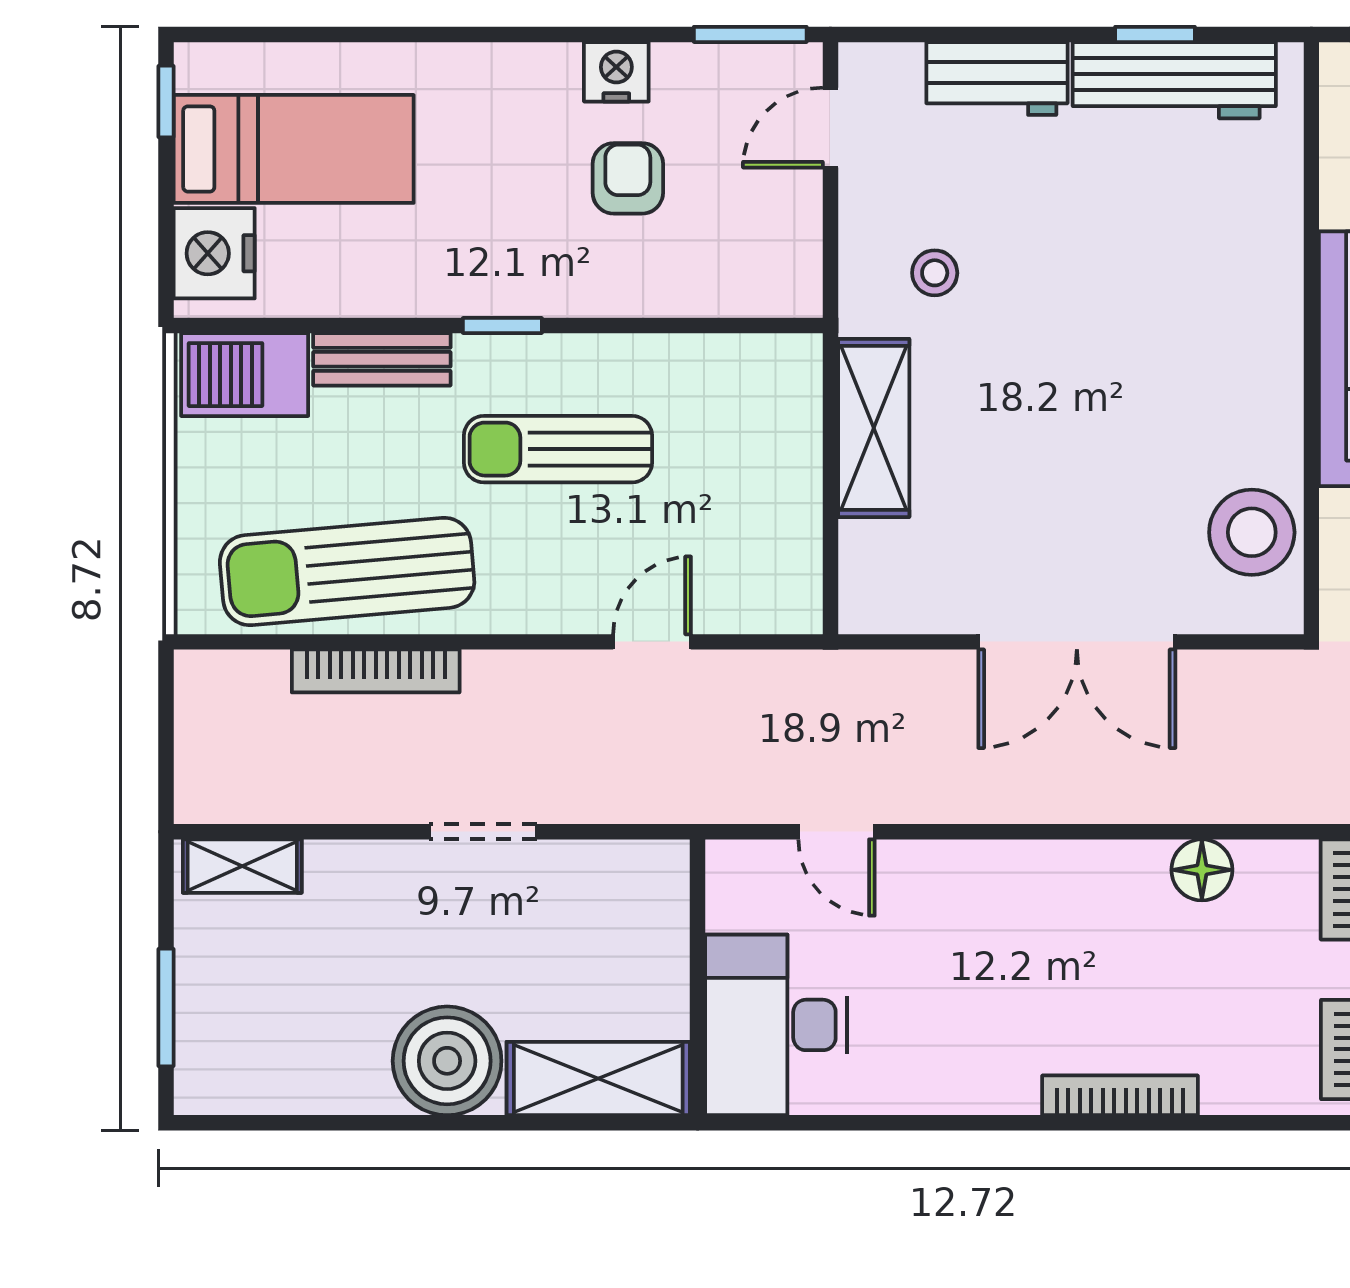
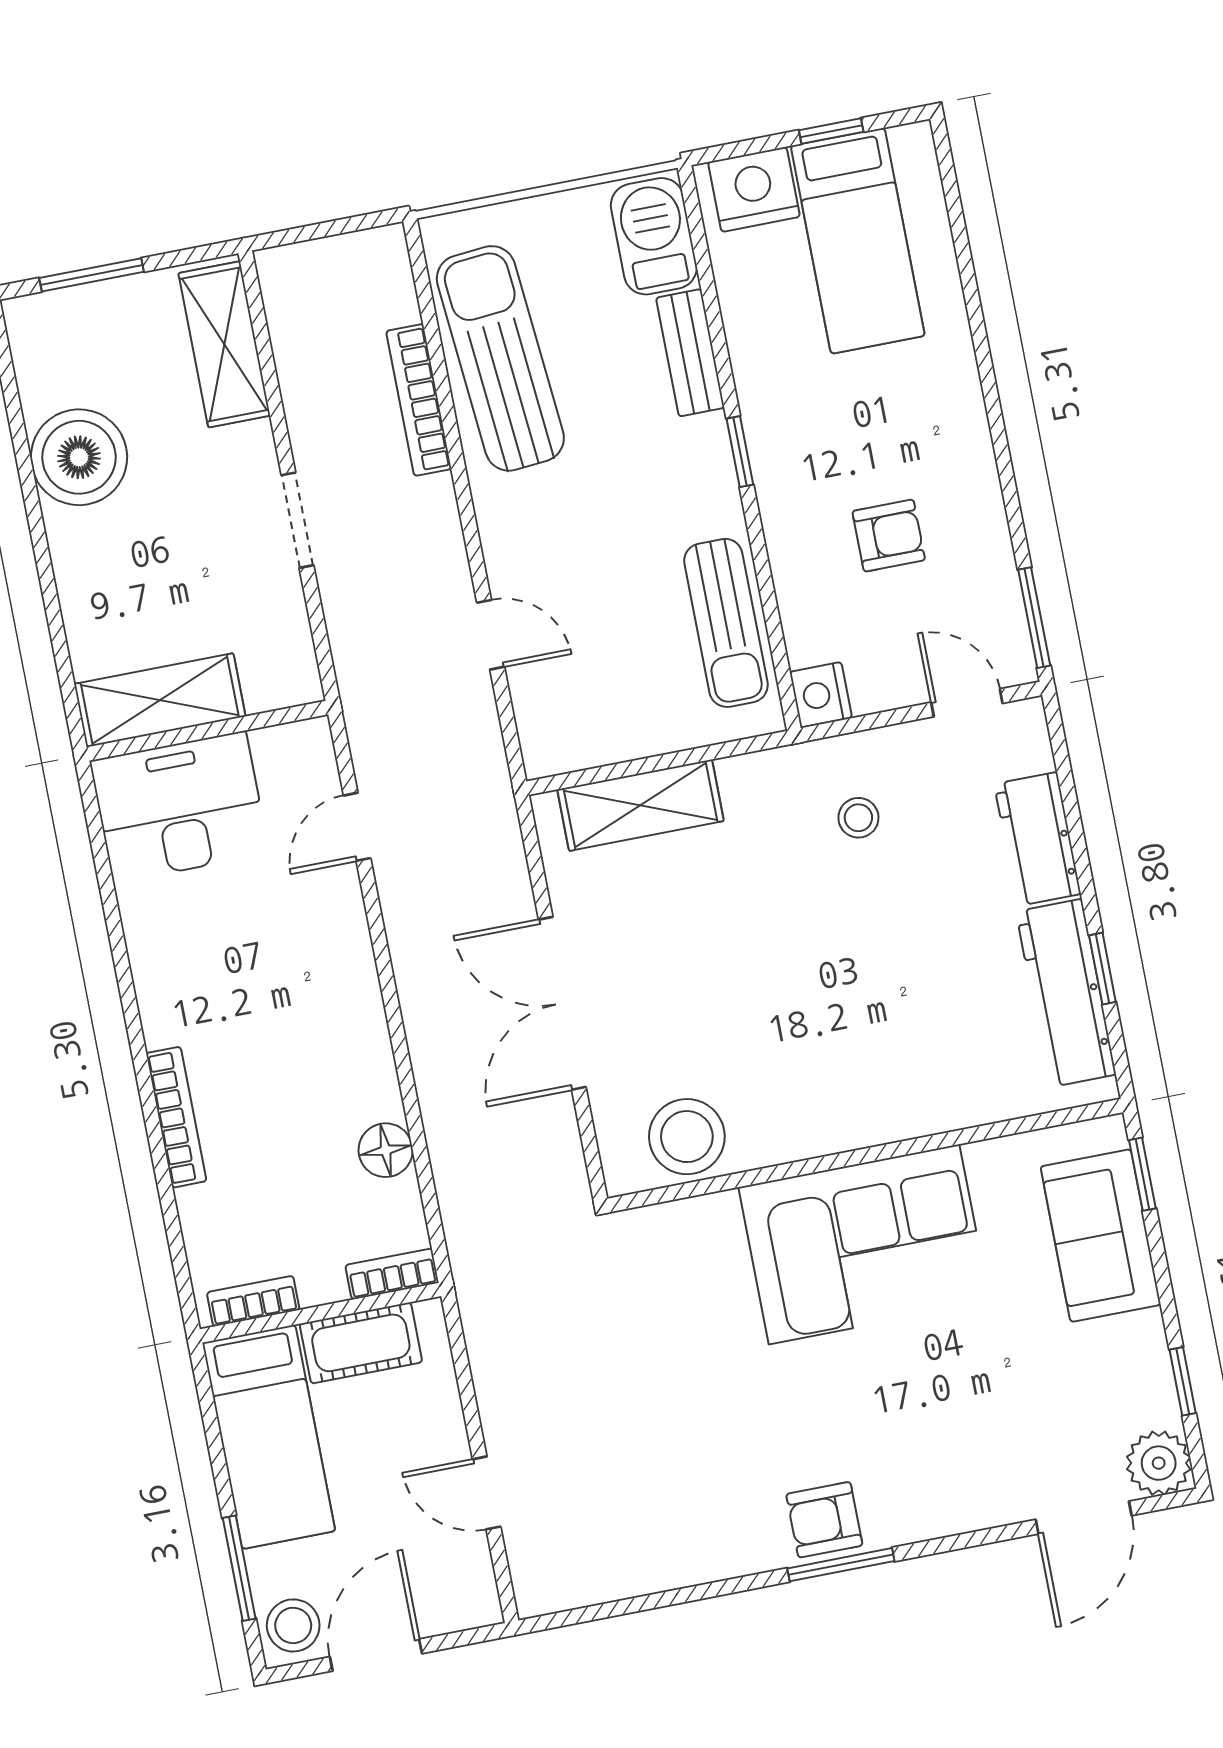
nightstand: (616, 72) -> (821, 695), moved, turned 180
window: (166, 101) -> (831, 131), moved
shelving: (874, 428) -> (640, 805), moved
sun lounger: (558, 449) -> (726, 623), moved, turned 180
shelving: (242, 866) -> (224, 344), width x1.50, depth x1.33
boiler: (447, 1061) -> (79, 457), moved
shelving: (598, 1079) -> (160, 700), moved, turned 90

